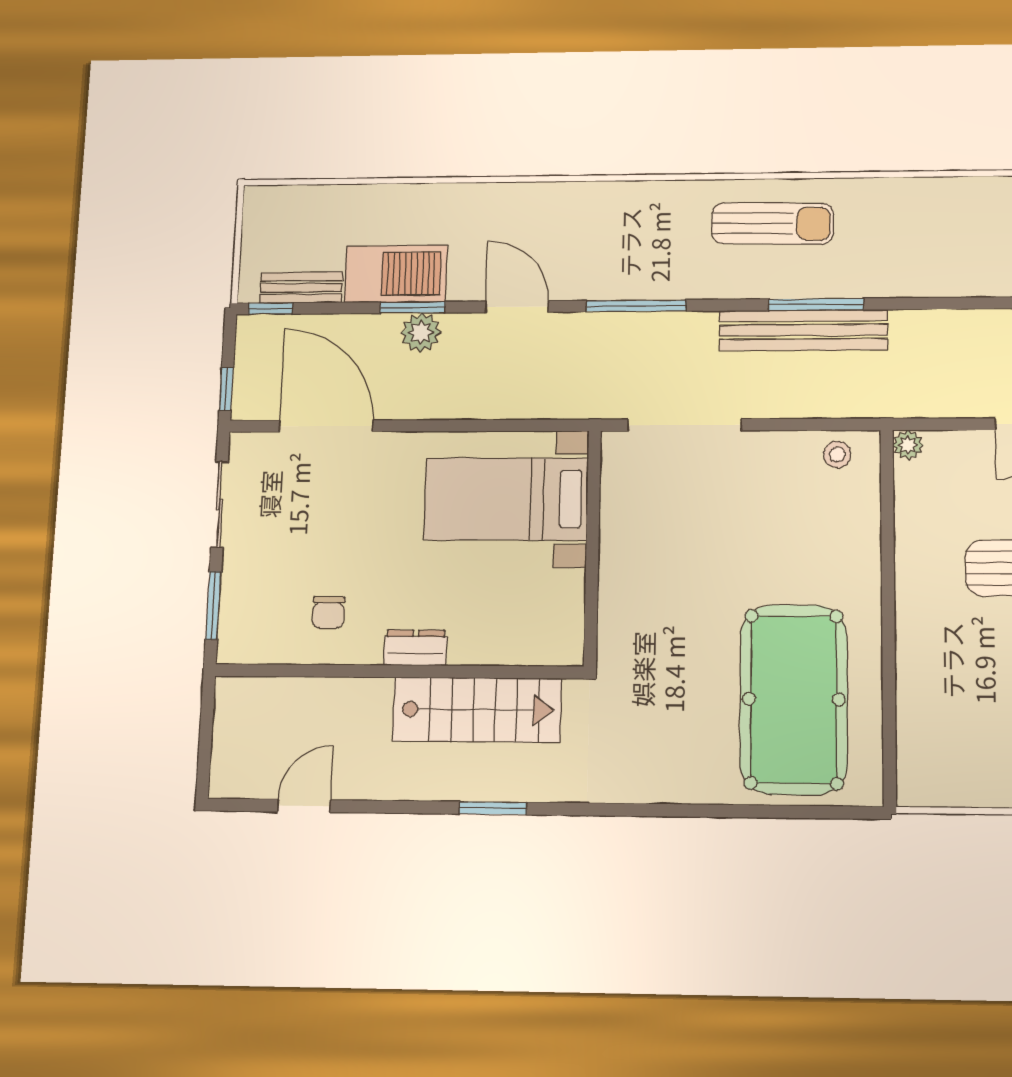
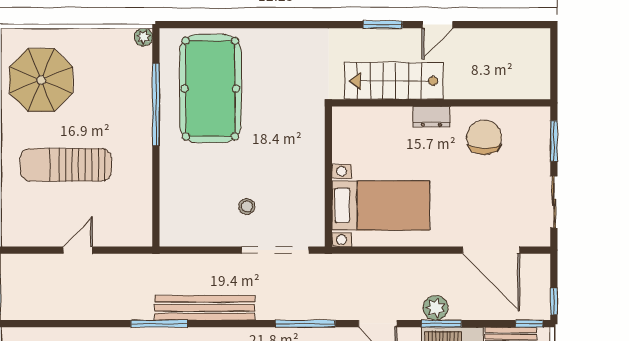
window: (816, 304) -> (159, 324), moved
window: (226, 389) -> (554, 301), moved
plant: (908, 445) -> (143, 37), moved
stool: (837, 455) -> (247, 207), moved
chair: (329, 612) -> (484, 137), width x1.87, depth x1.87
window: (889, 672) -> (156, 104), added
door: (304, 806) -> (438, 25), moved

